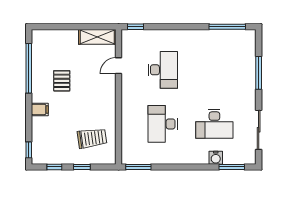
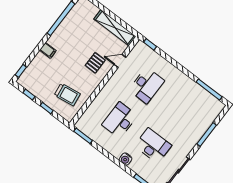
shelving: (97, 37) -> (115, 28), width x1.47
pallet: (62, 81) -> (95, 63), moved
desk: (214, 124) -> (153, 146), turned 180
water cooler: (216, 158) -> (126, 159), moved

